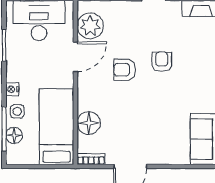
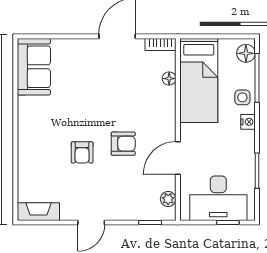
plant: (90, 26) -> (168, 199), width x0.53, depth x0.53
floor lamp: (89, 123) -> (169, 79), width x0.53, depth x0.53
floor lamp: (14, 135) -> (246, 53), moved

